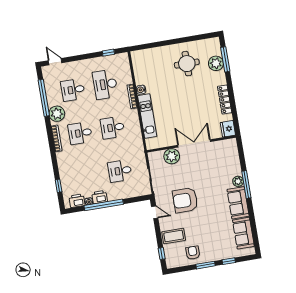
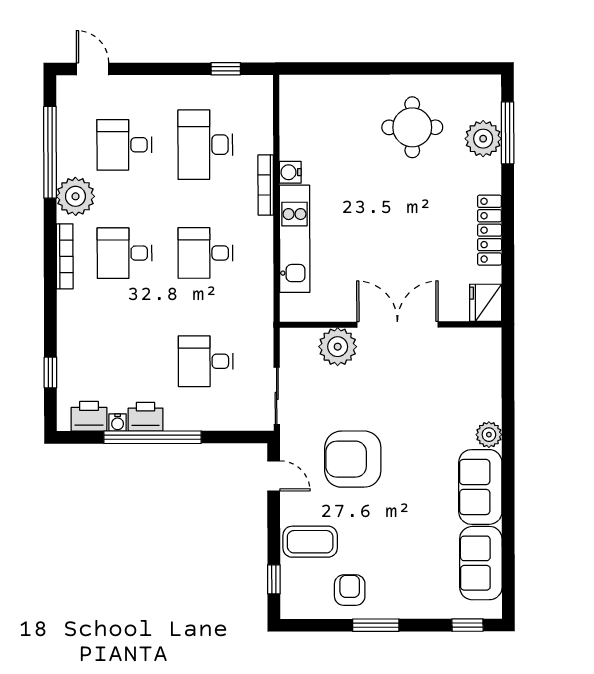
window: (246, 184) -> (508, 446), removed
window: (229, 261) -> (467, 625), moved

